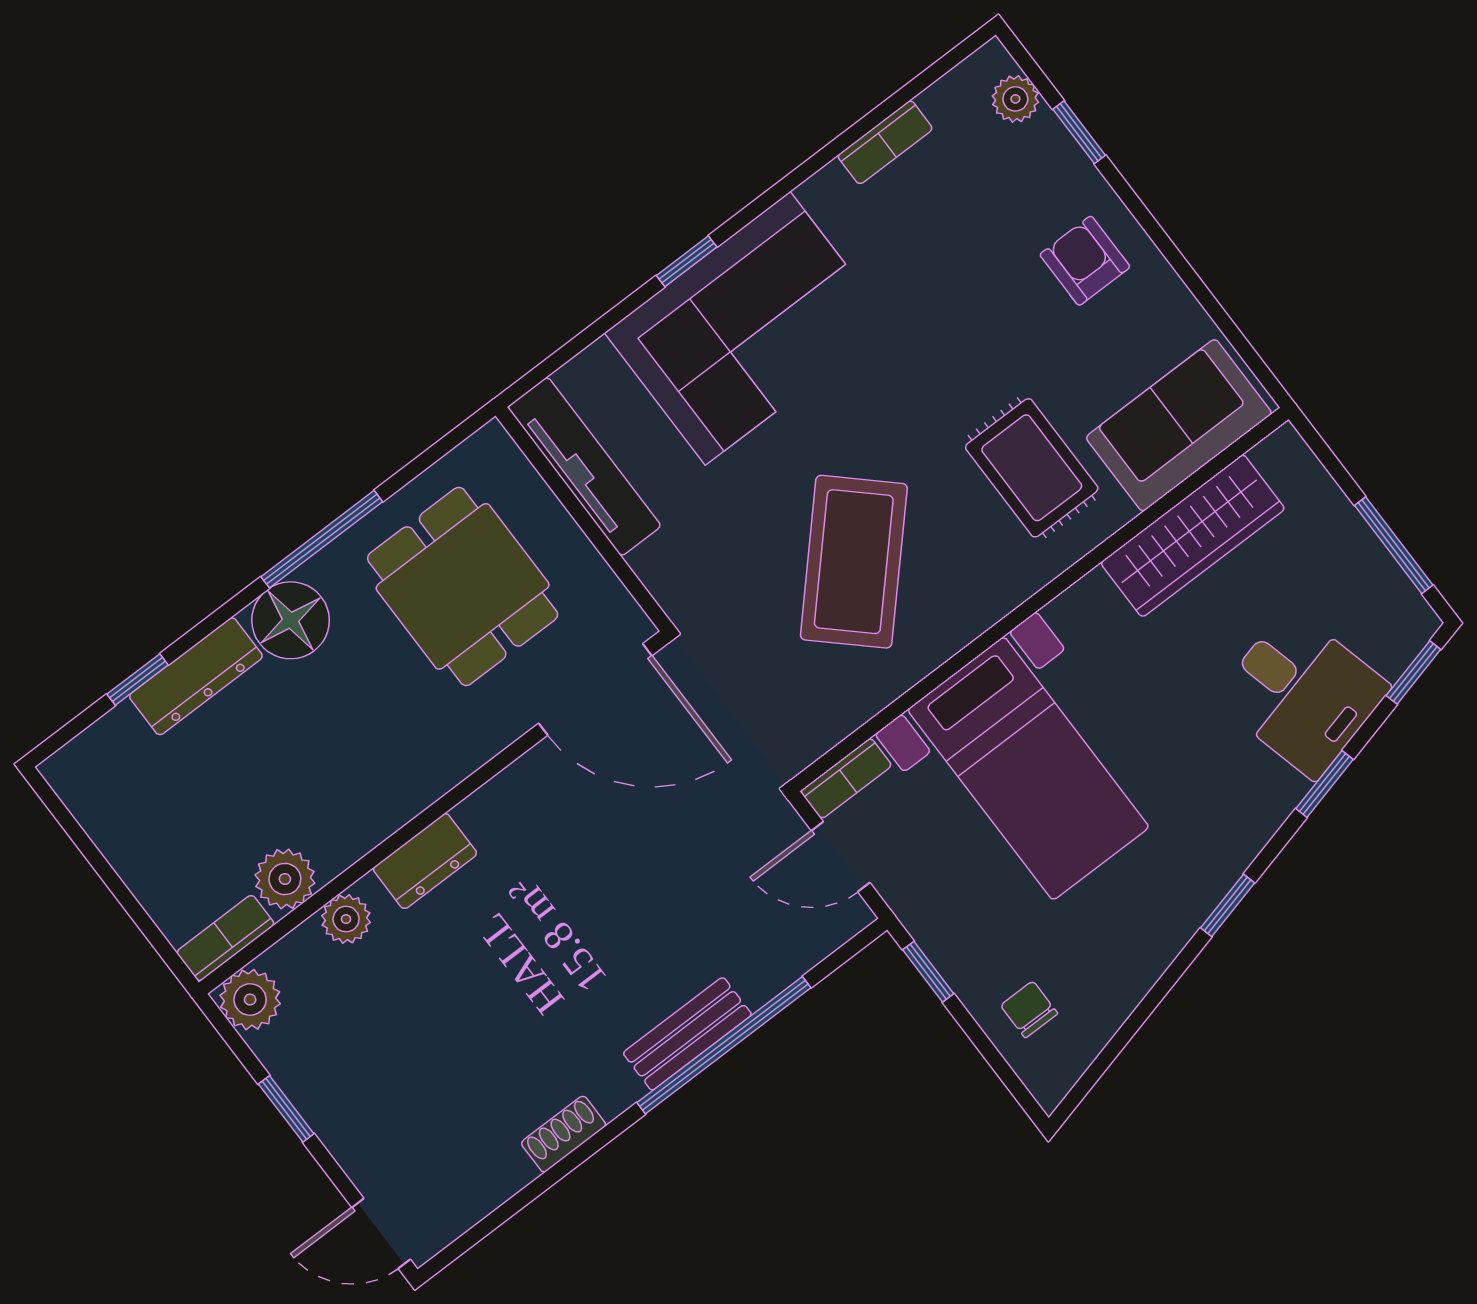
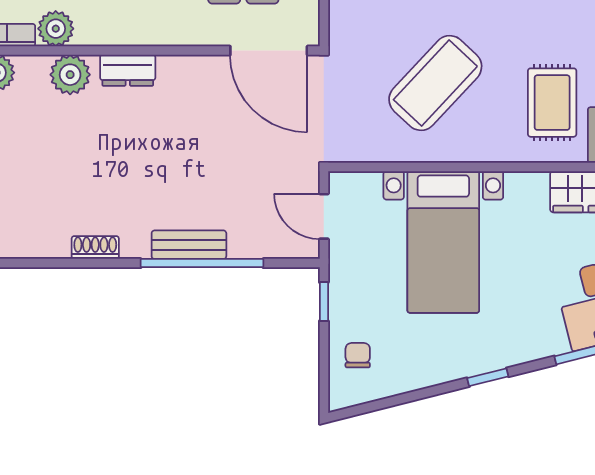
bookcase: (846, 778) -> (354, 182), removed
plant: (346, 919) -> (70, 75), width x1.38, depth x1.38

